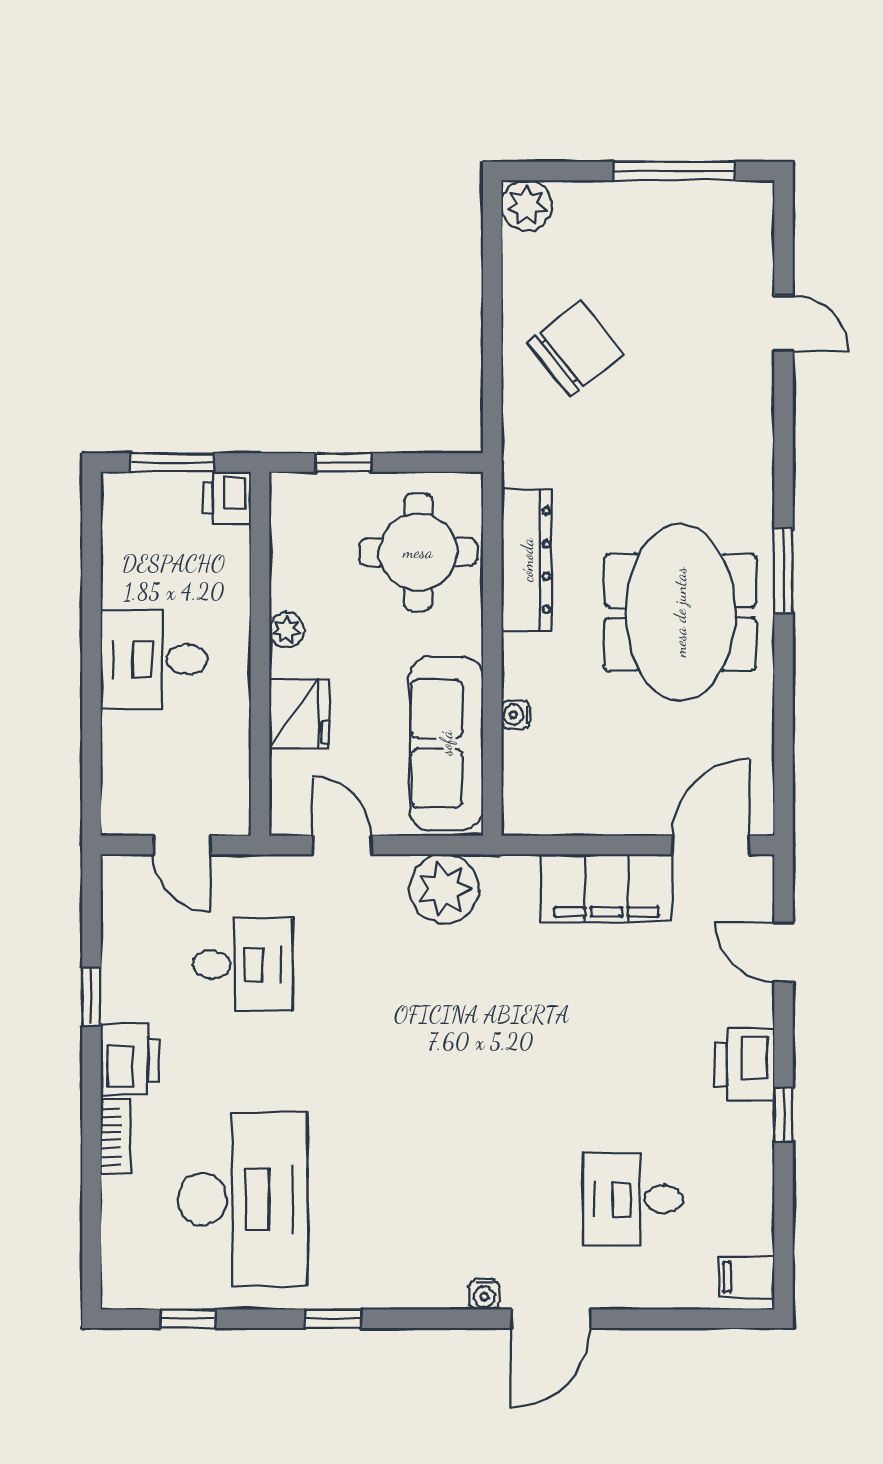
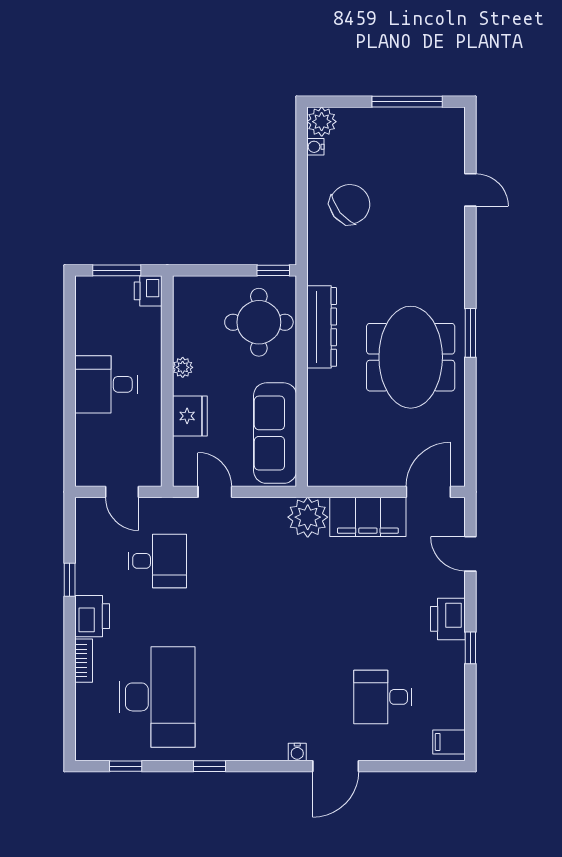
window: (344, 463) -> (273, 270), moved
water cooler: (516, 715) -> (315, 147), moved
plant: (444, 889) -> (308, 517), moved

